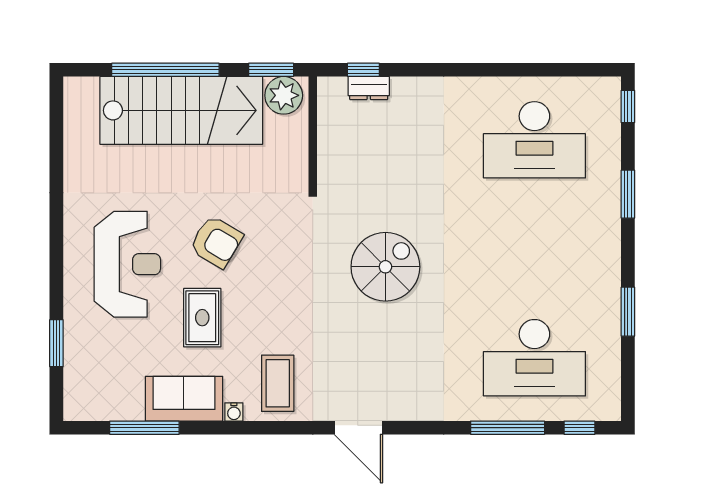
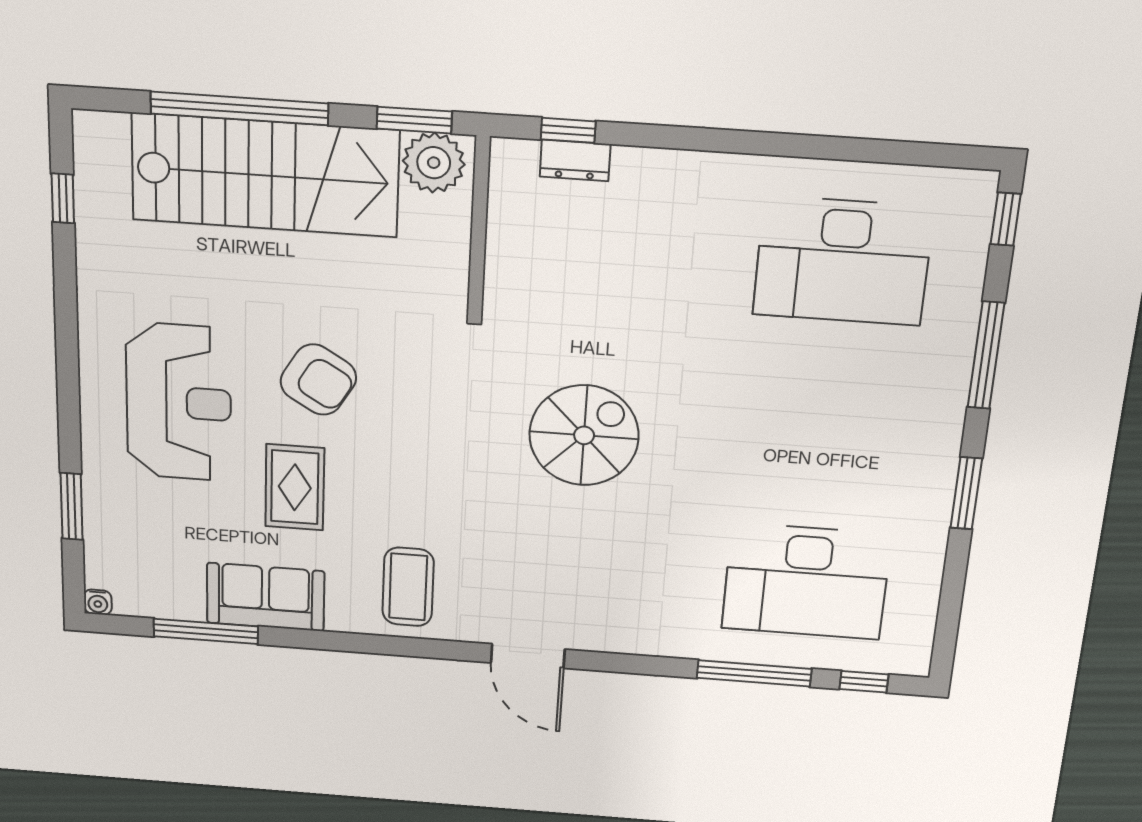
window: (56, 134) -> (63, 198), added
window: (628, 194) -> (986, 355), width x1.44
window: (628, 312) -> (966, 493), moved
water cooler: (234, 412) -> (98, 602), moved

